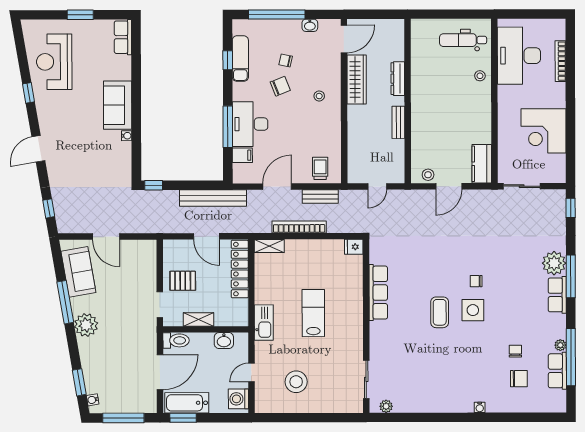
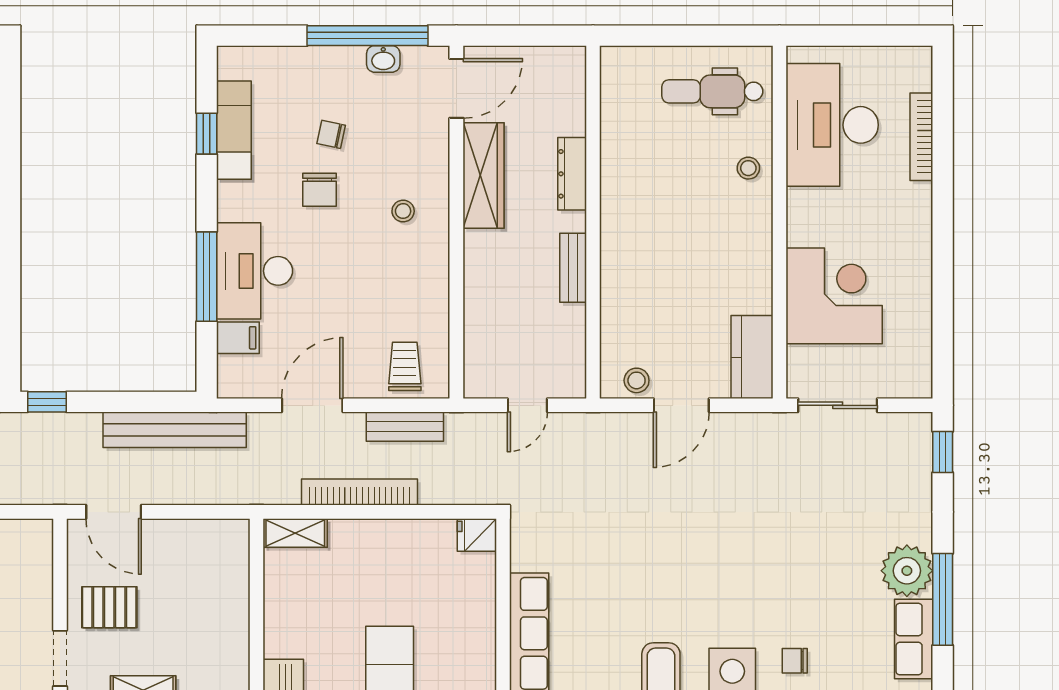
window: (277, 14) -> (368, 36), moved
chair: (280, 86) -> (320, 190), turned 112
corner desk: (543, 131) -> (834, 296), moved, turned 180
door: (206, 236) -> (114, 512), moved
locker: (240, 269) -> (232, 582), removed
chair: (476, 281) -> (795, 661), moved

